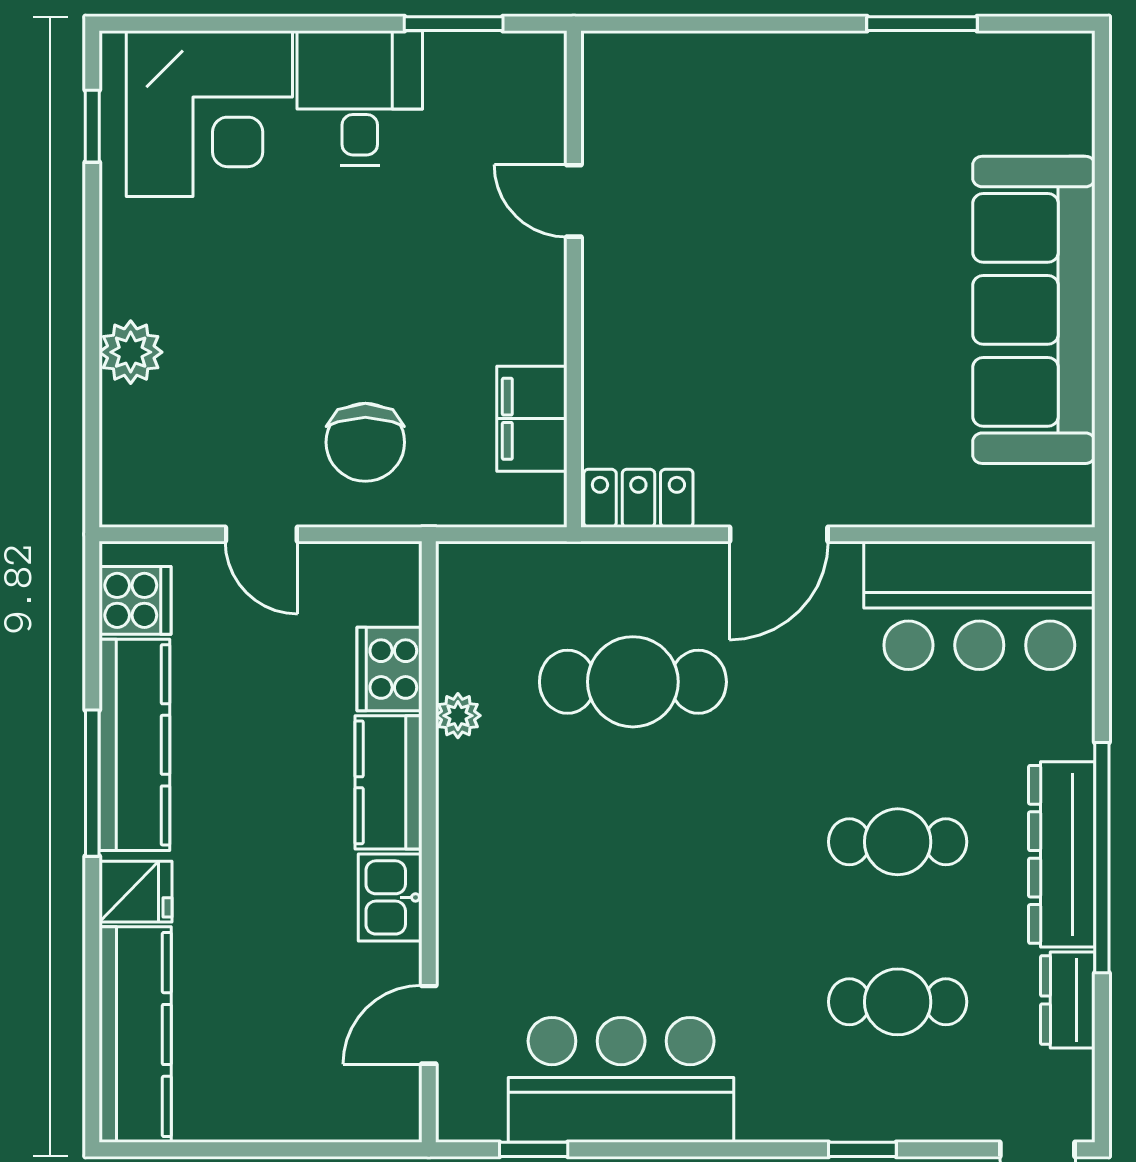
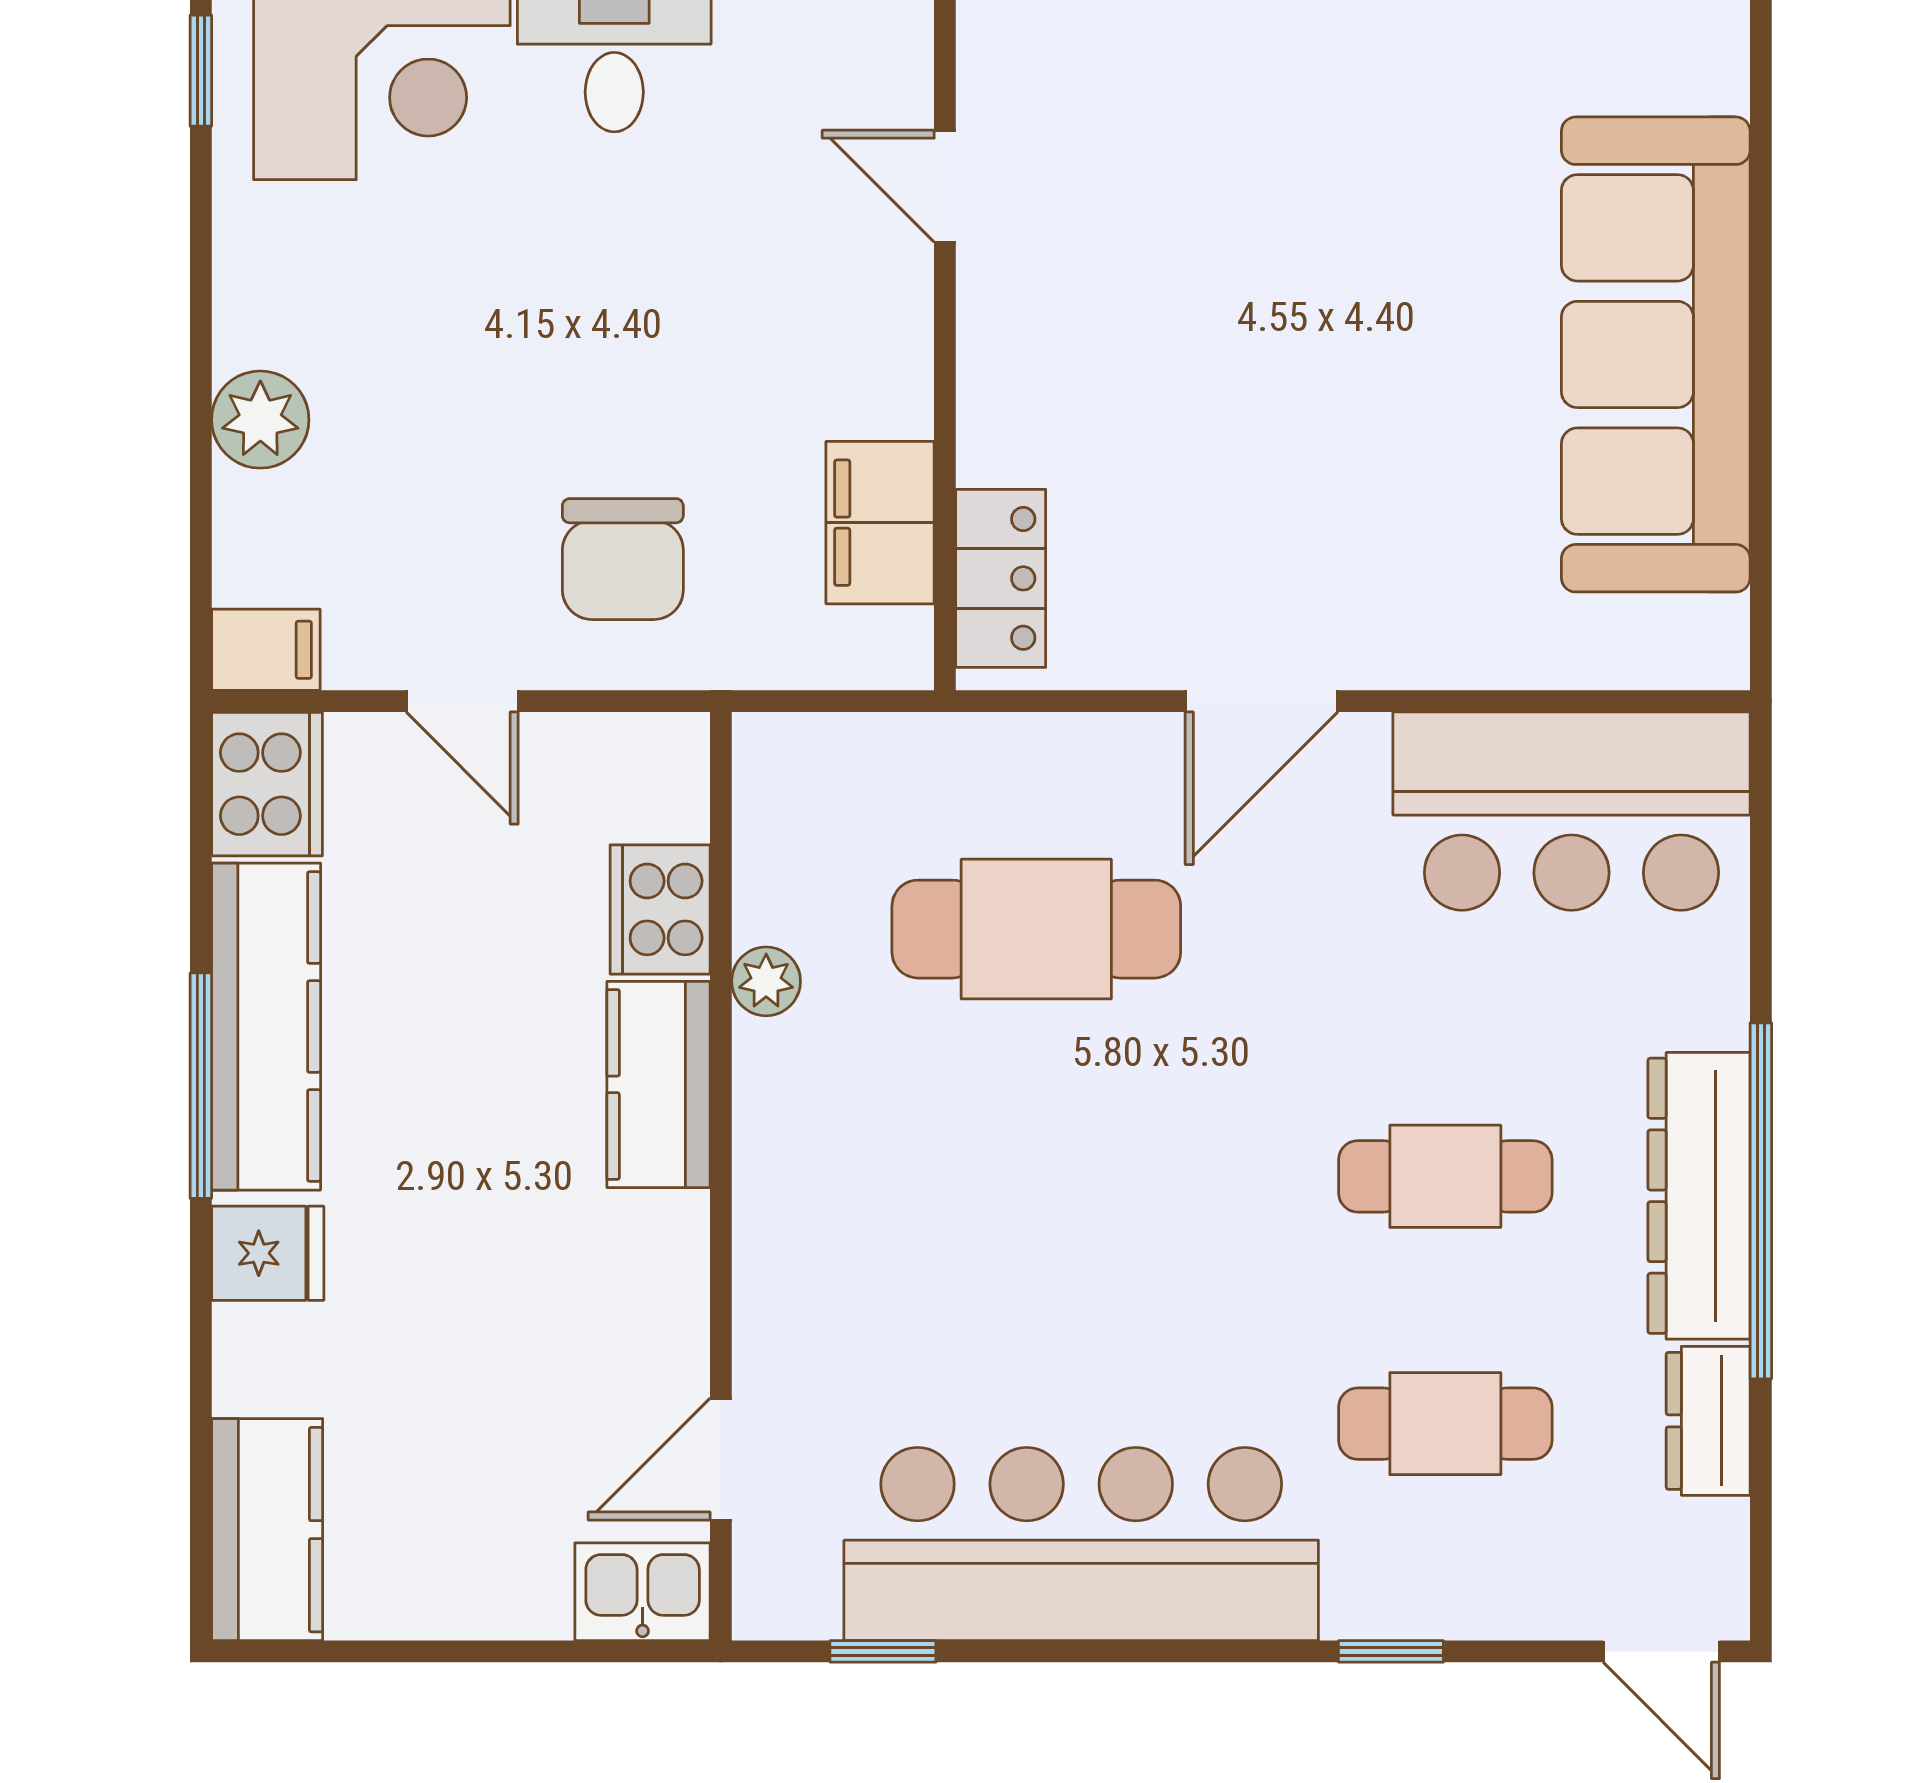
locker: (638, 498) -> (1001, 578), moved, turned 90
filing cabinet: (134, 501) -> (266, 650), added
cooker: (135, 600) -> (267, 784), width x1.36
kitchen sink: (390, 897) -> (643, 1592), moved, turned 90
kitchen counter: (135, 1035) -> (267, 1530), width x0.67
bar counter: (621, 1080) -> (1081, 1544), width x1.36

